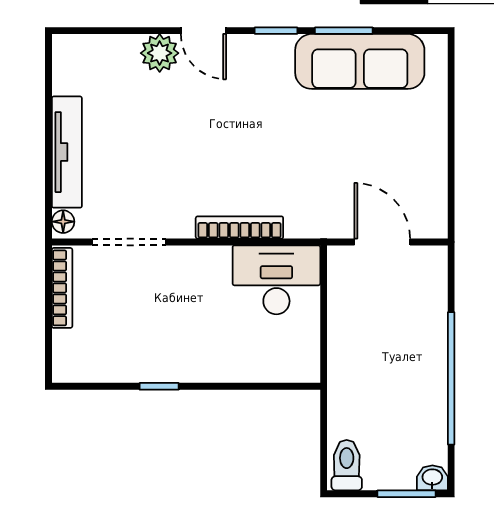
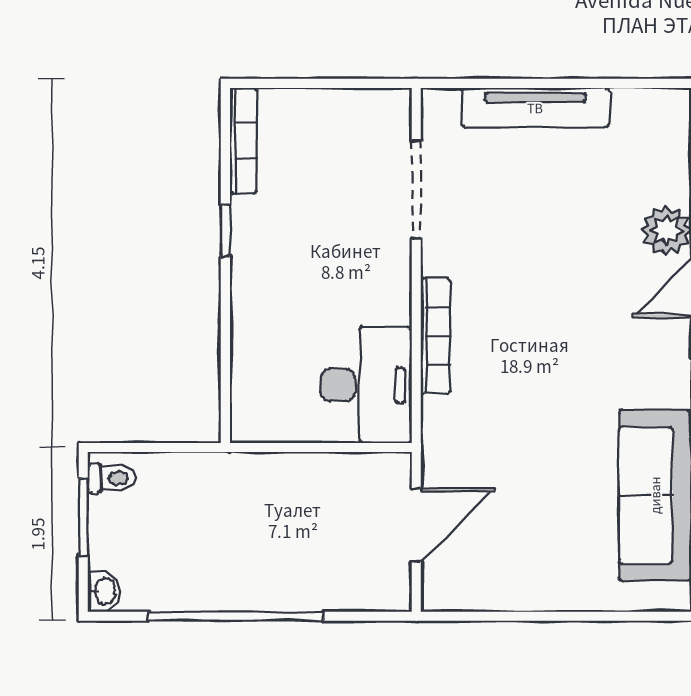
floor lamp: (63, 222) -> (443, 103), removed
bookcase: (62, 288) -> (243, 141), moved, turned -90
toilet: (347, 465) -> (112, 478), width x0.73, depth x0.72
window: (406, 494) -> (83, 517), moved

